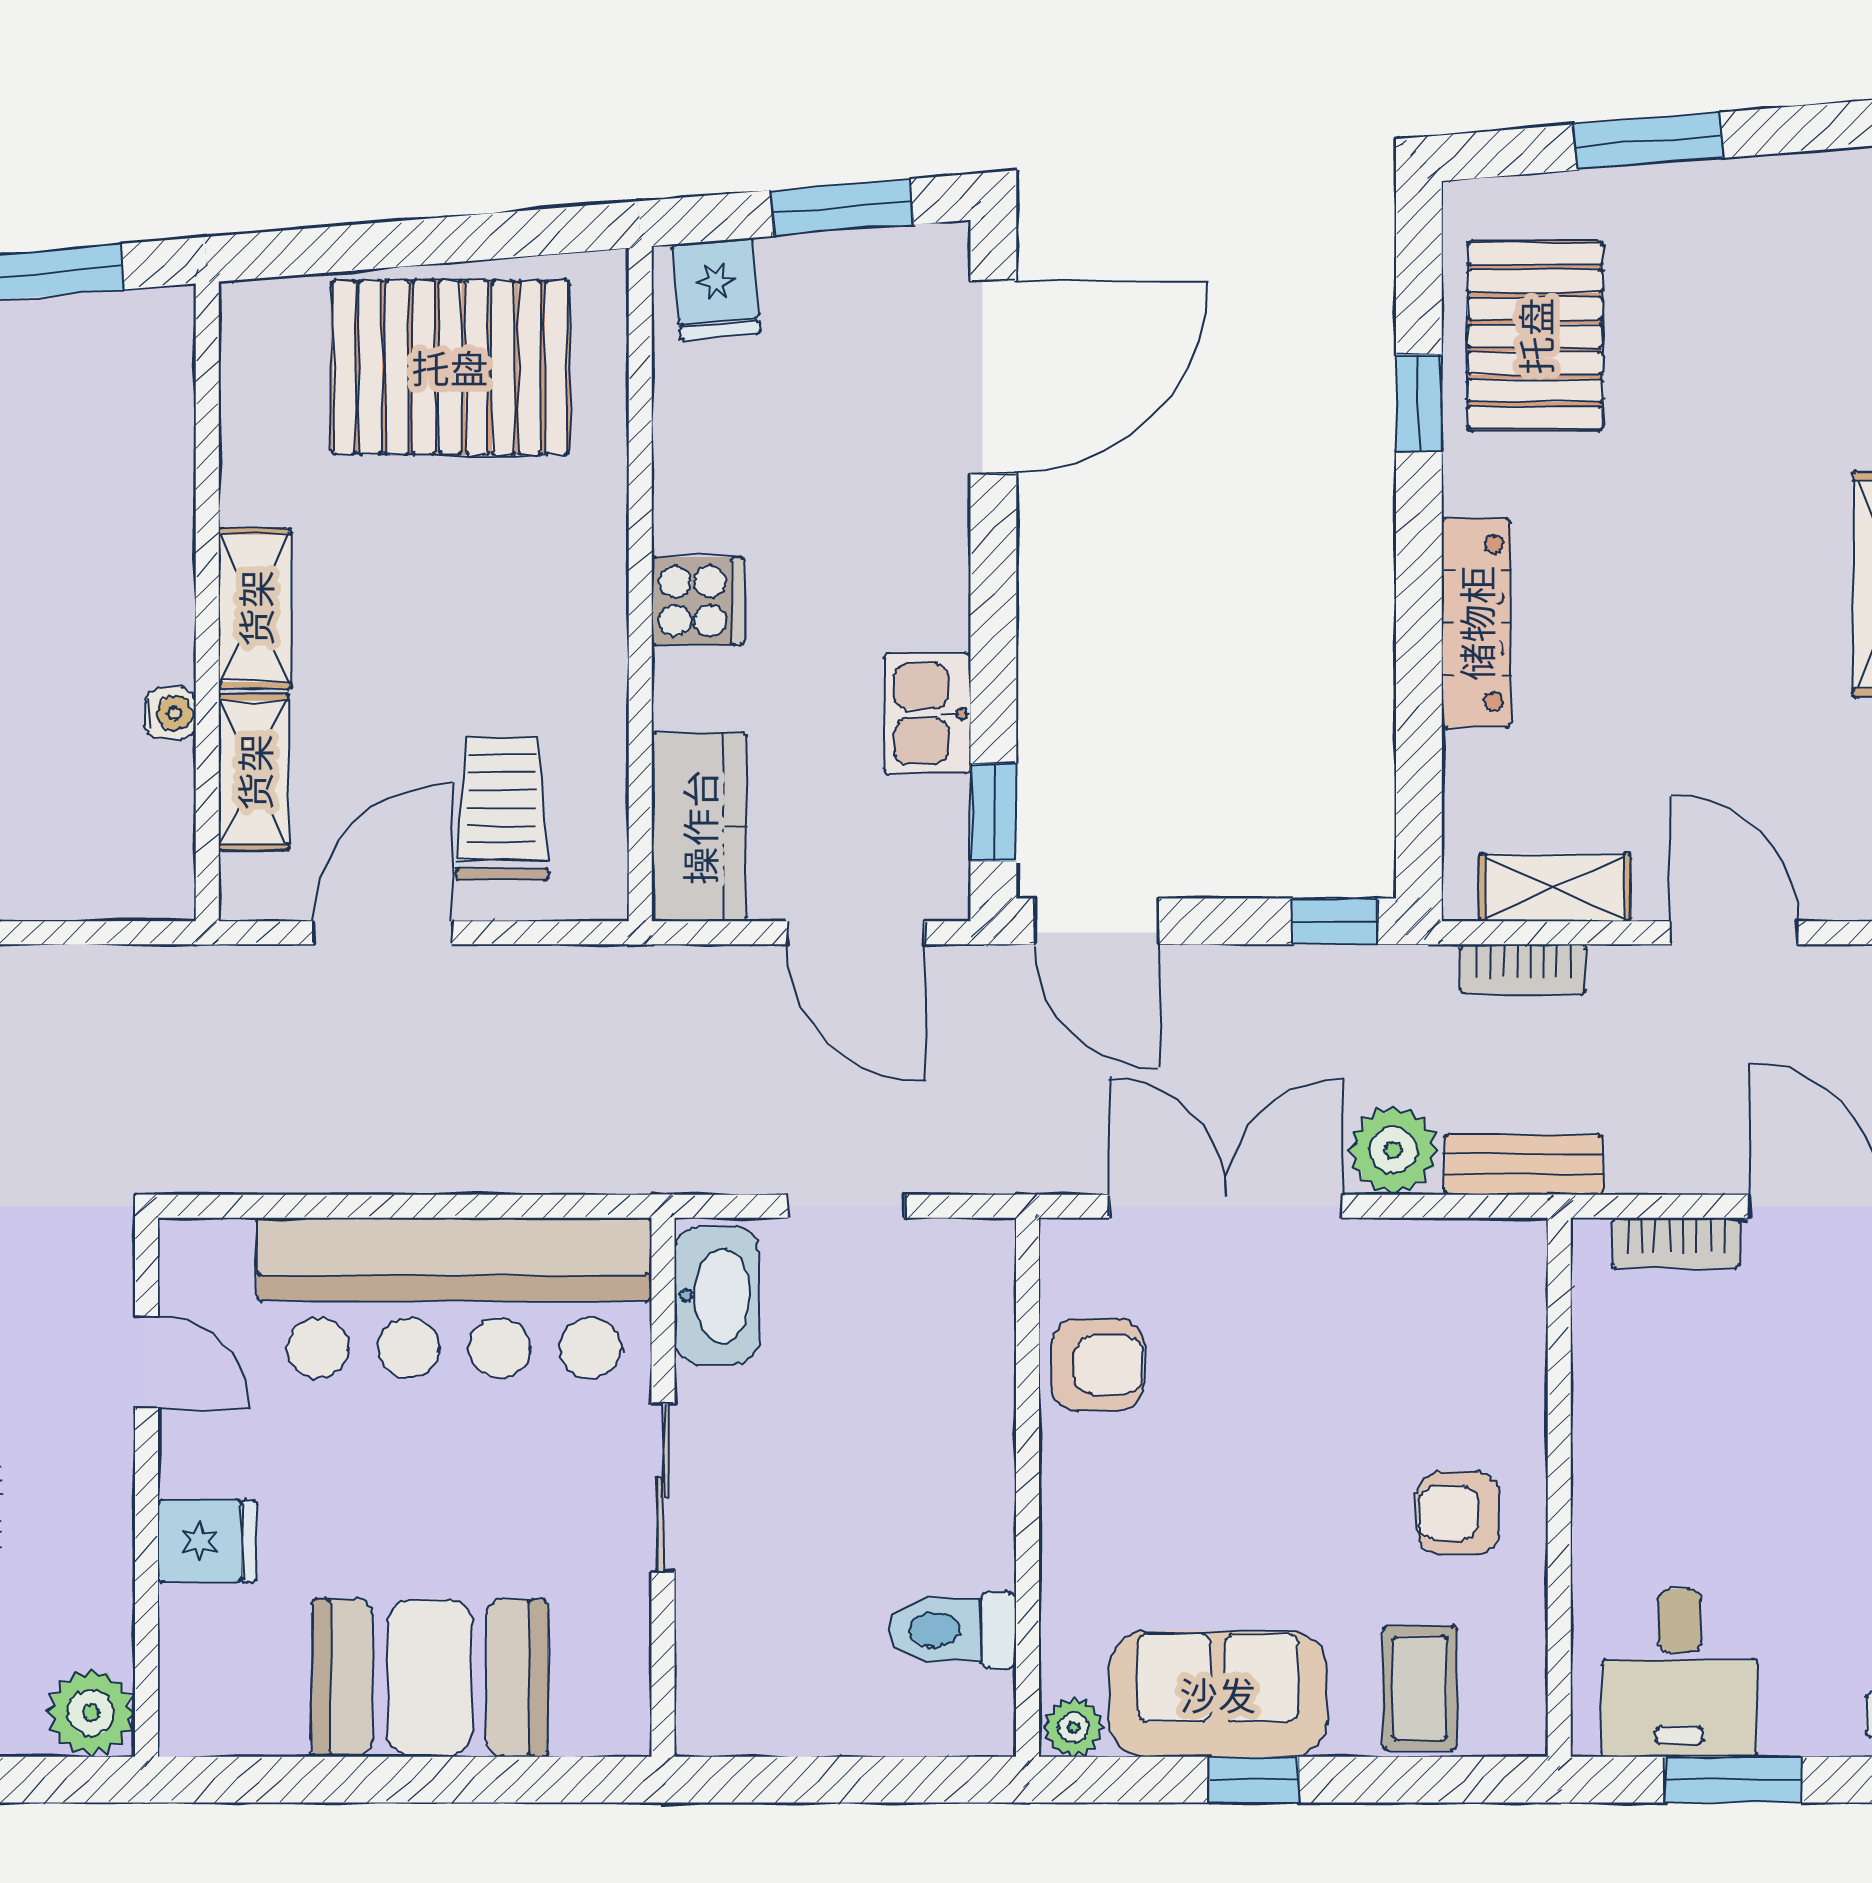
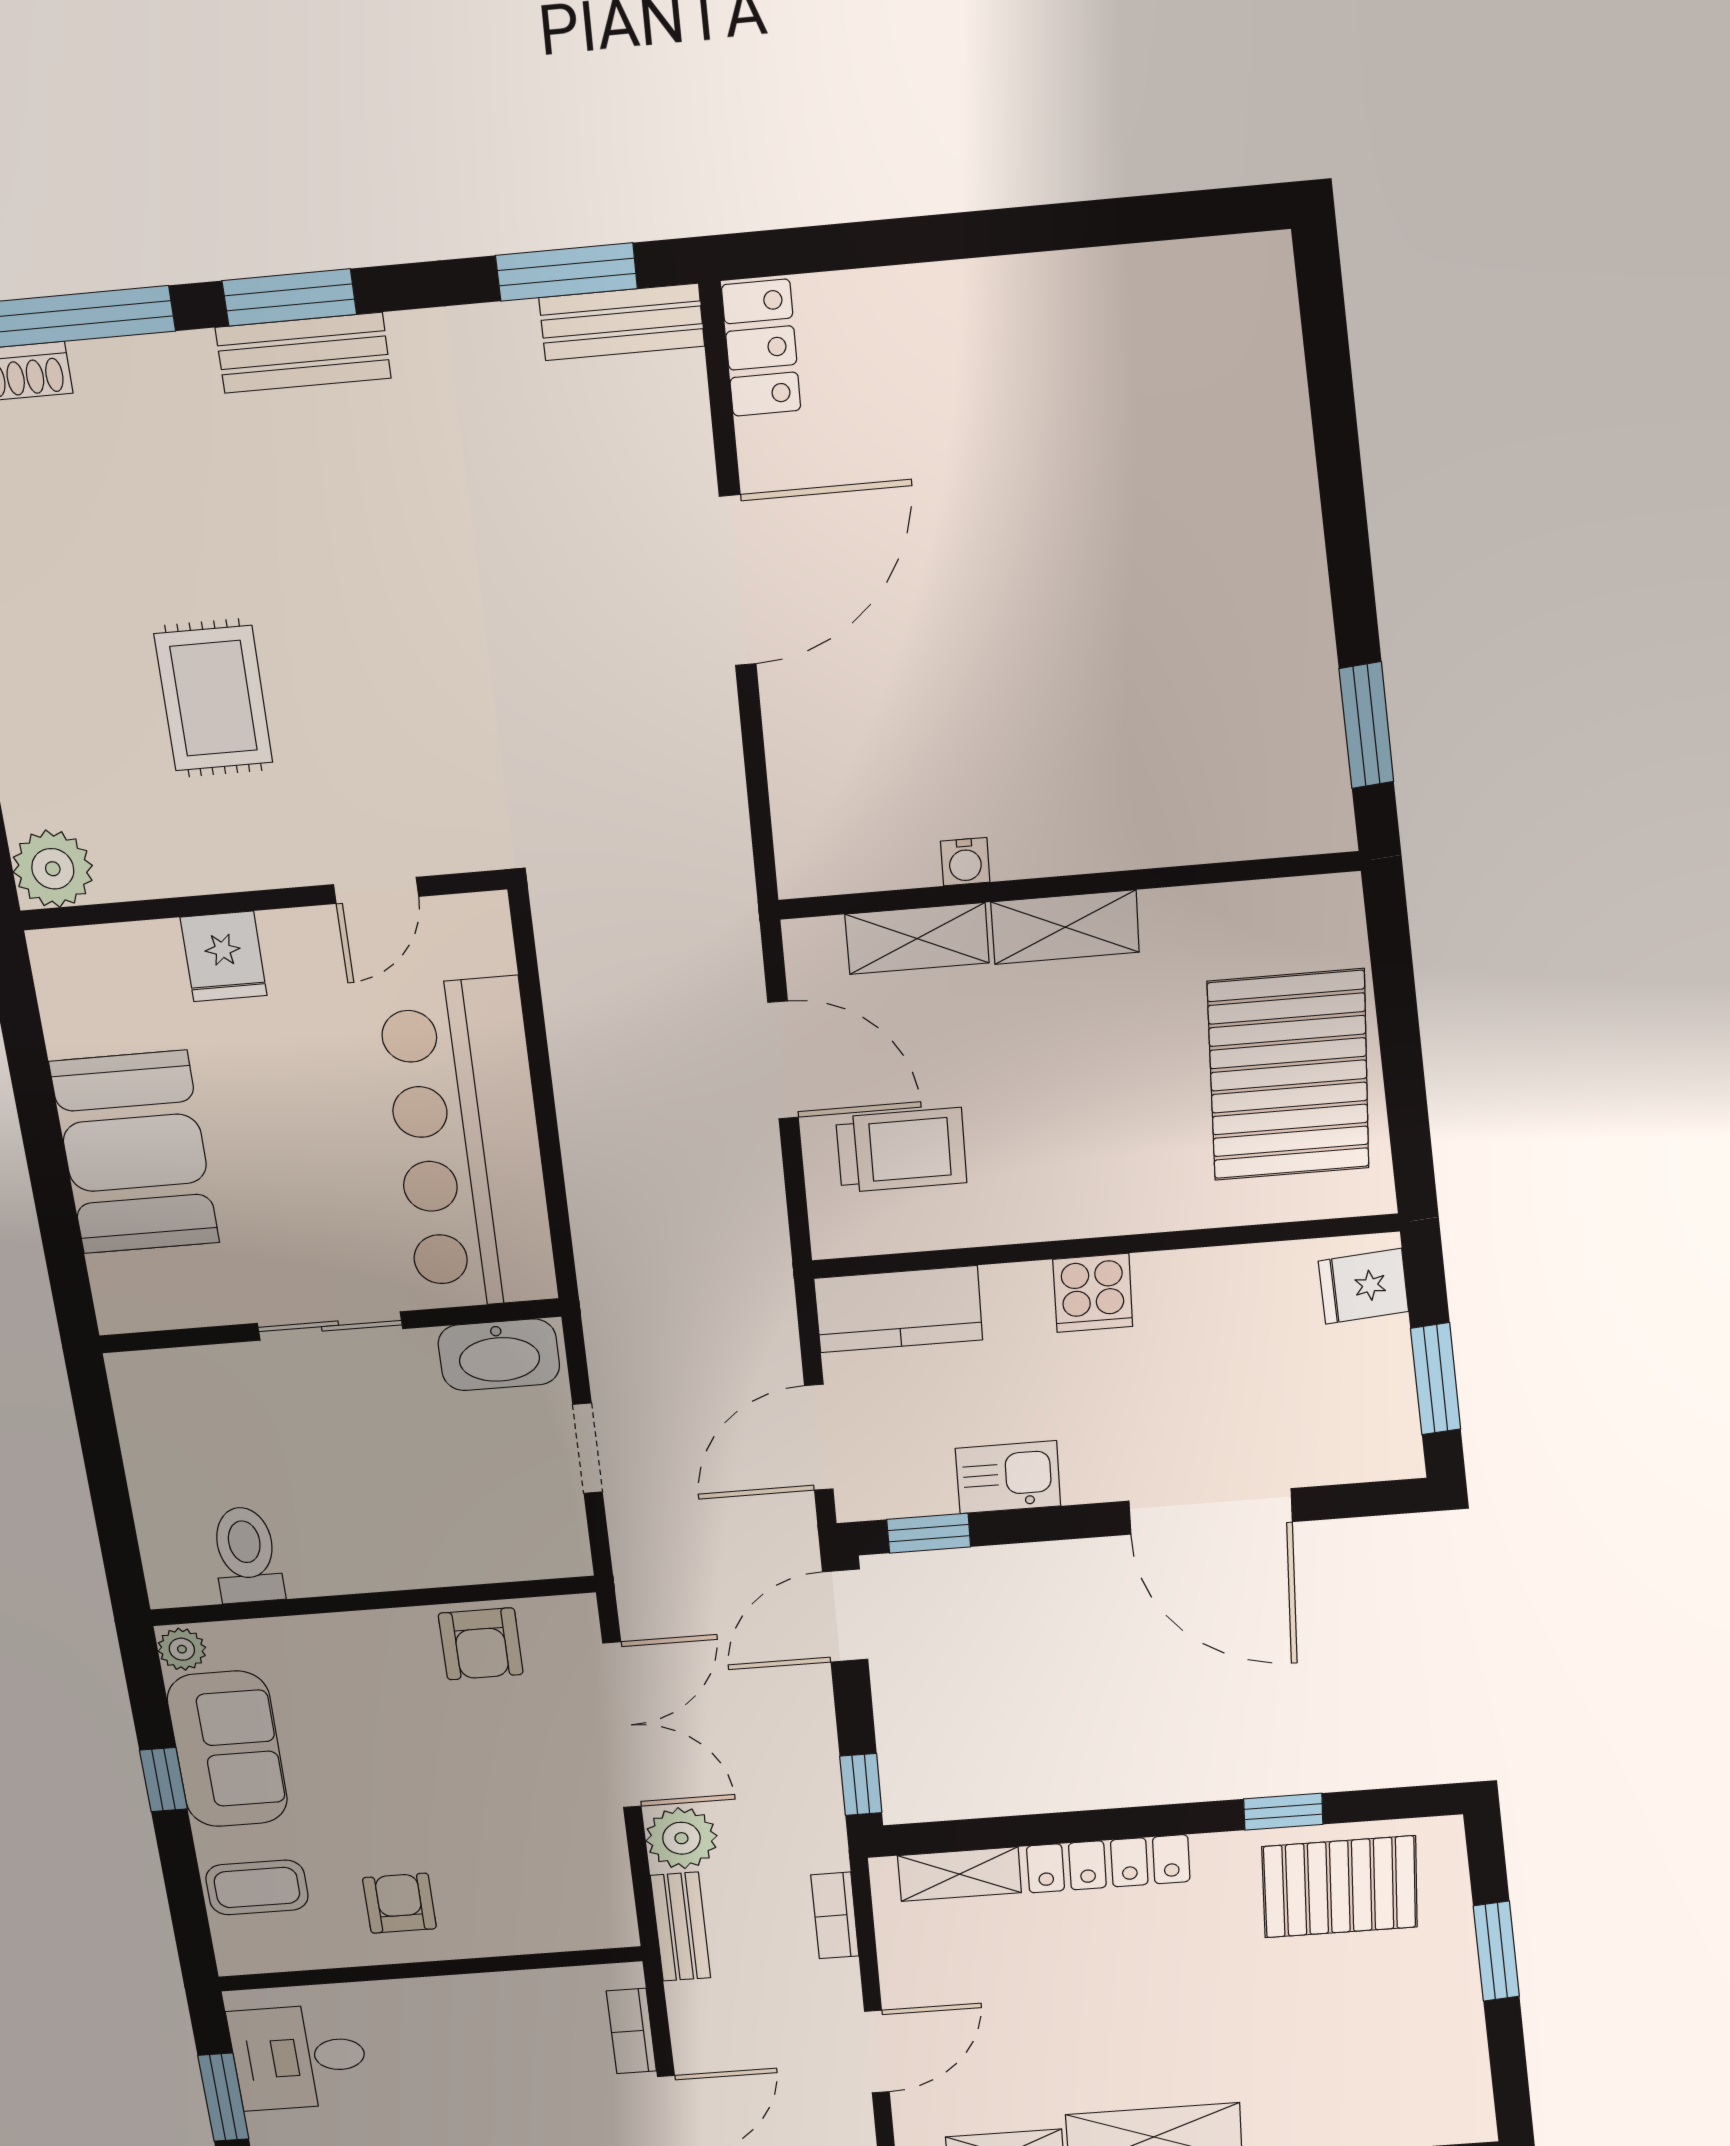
door: (993, 377) -> (1211, 1511), moved
shelving: (1555, 887) -> (959, 1874), moved, turned 90

